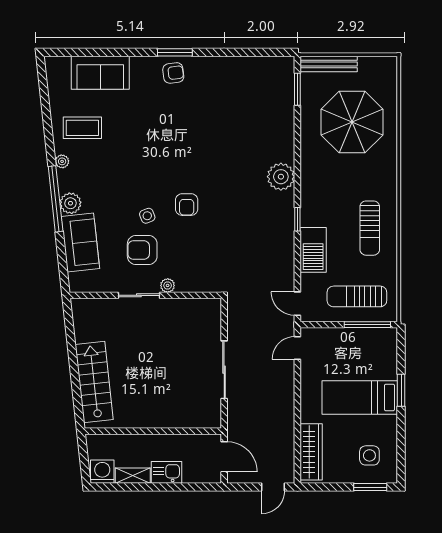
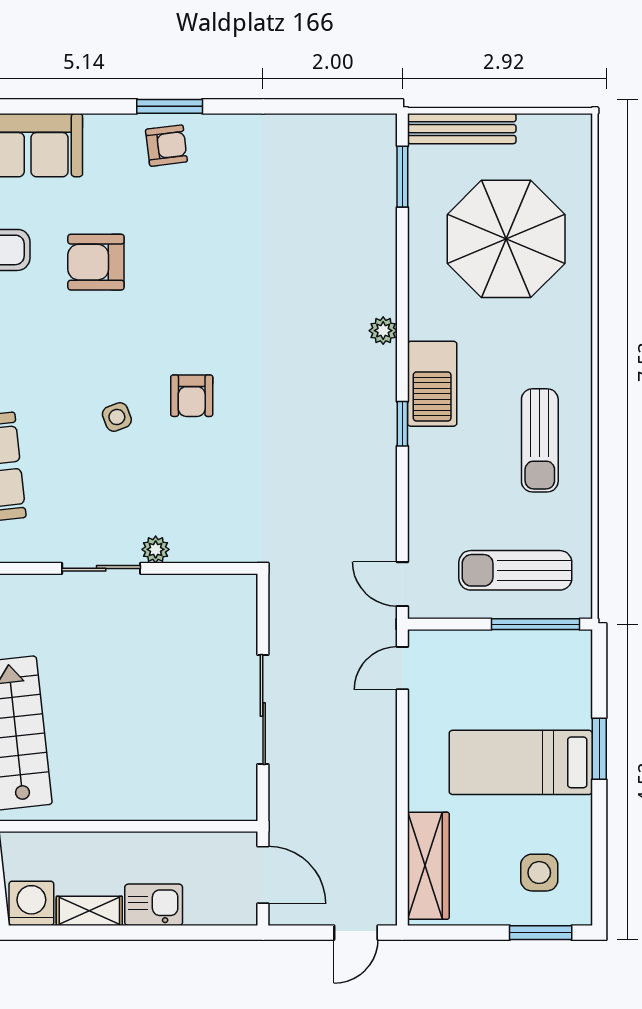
plant: (281, 177) -> (383, 331), width x0.53, depth x0.53
armchair: (142, 250) -> (96, 262), moved
barbecue: (313, 250) -> (432, 384), moved

